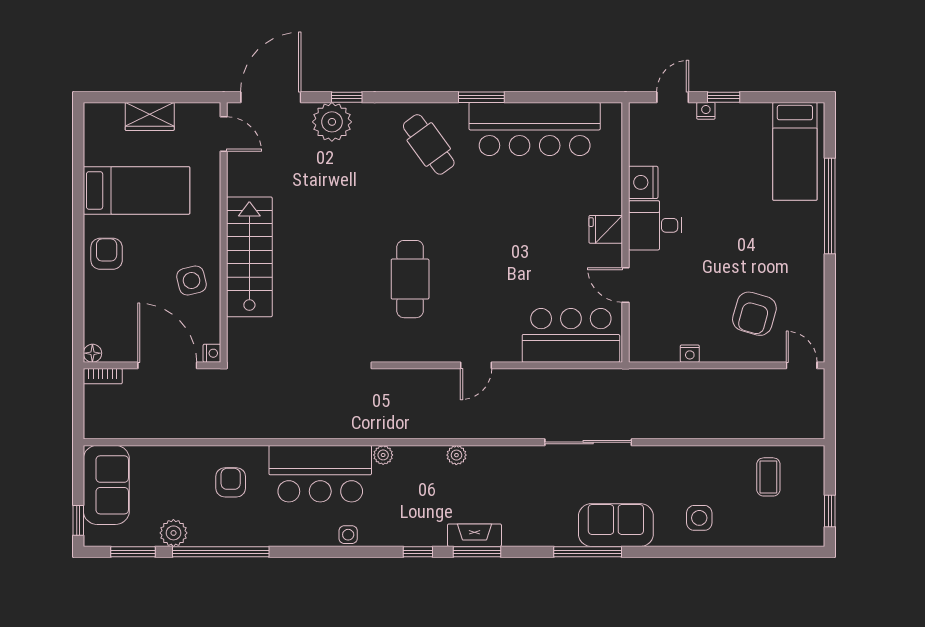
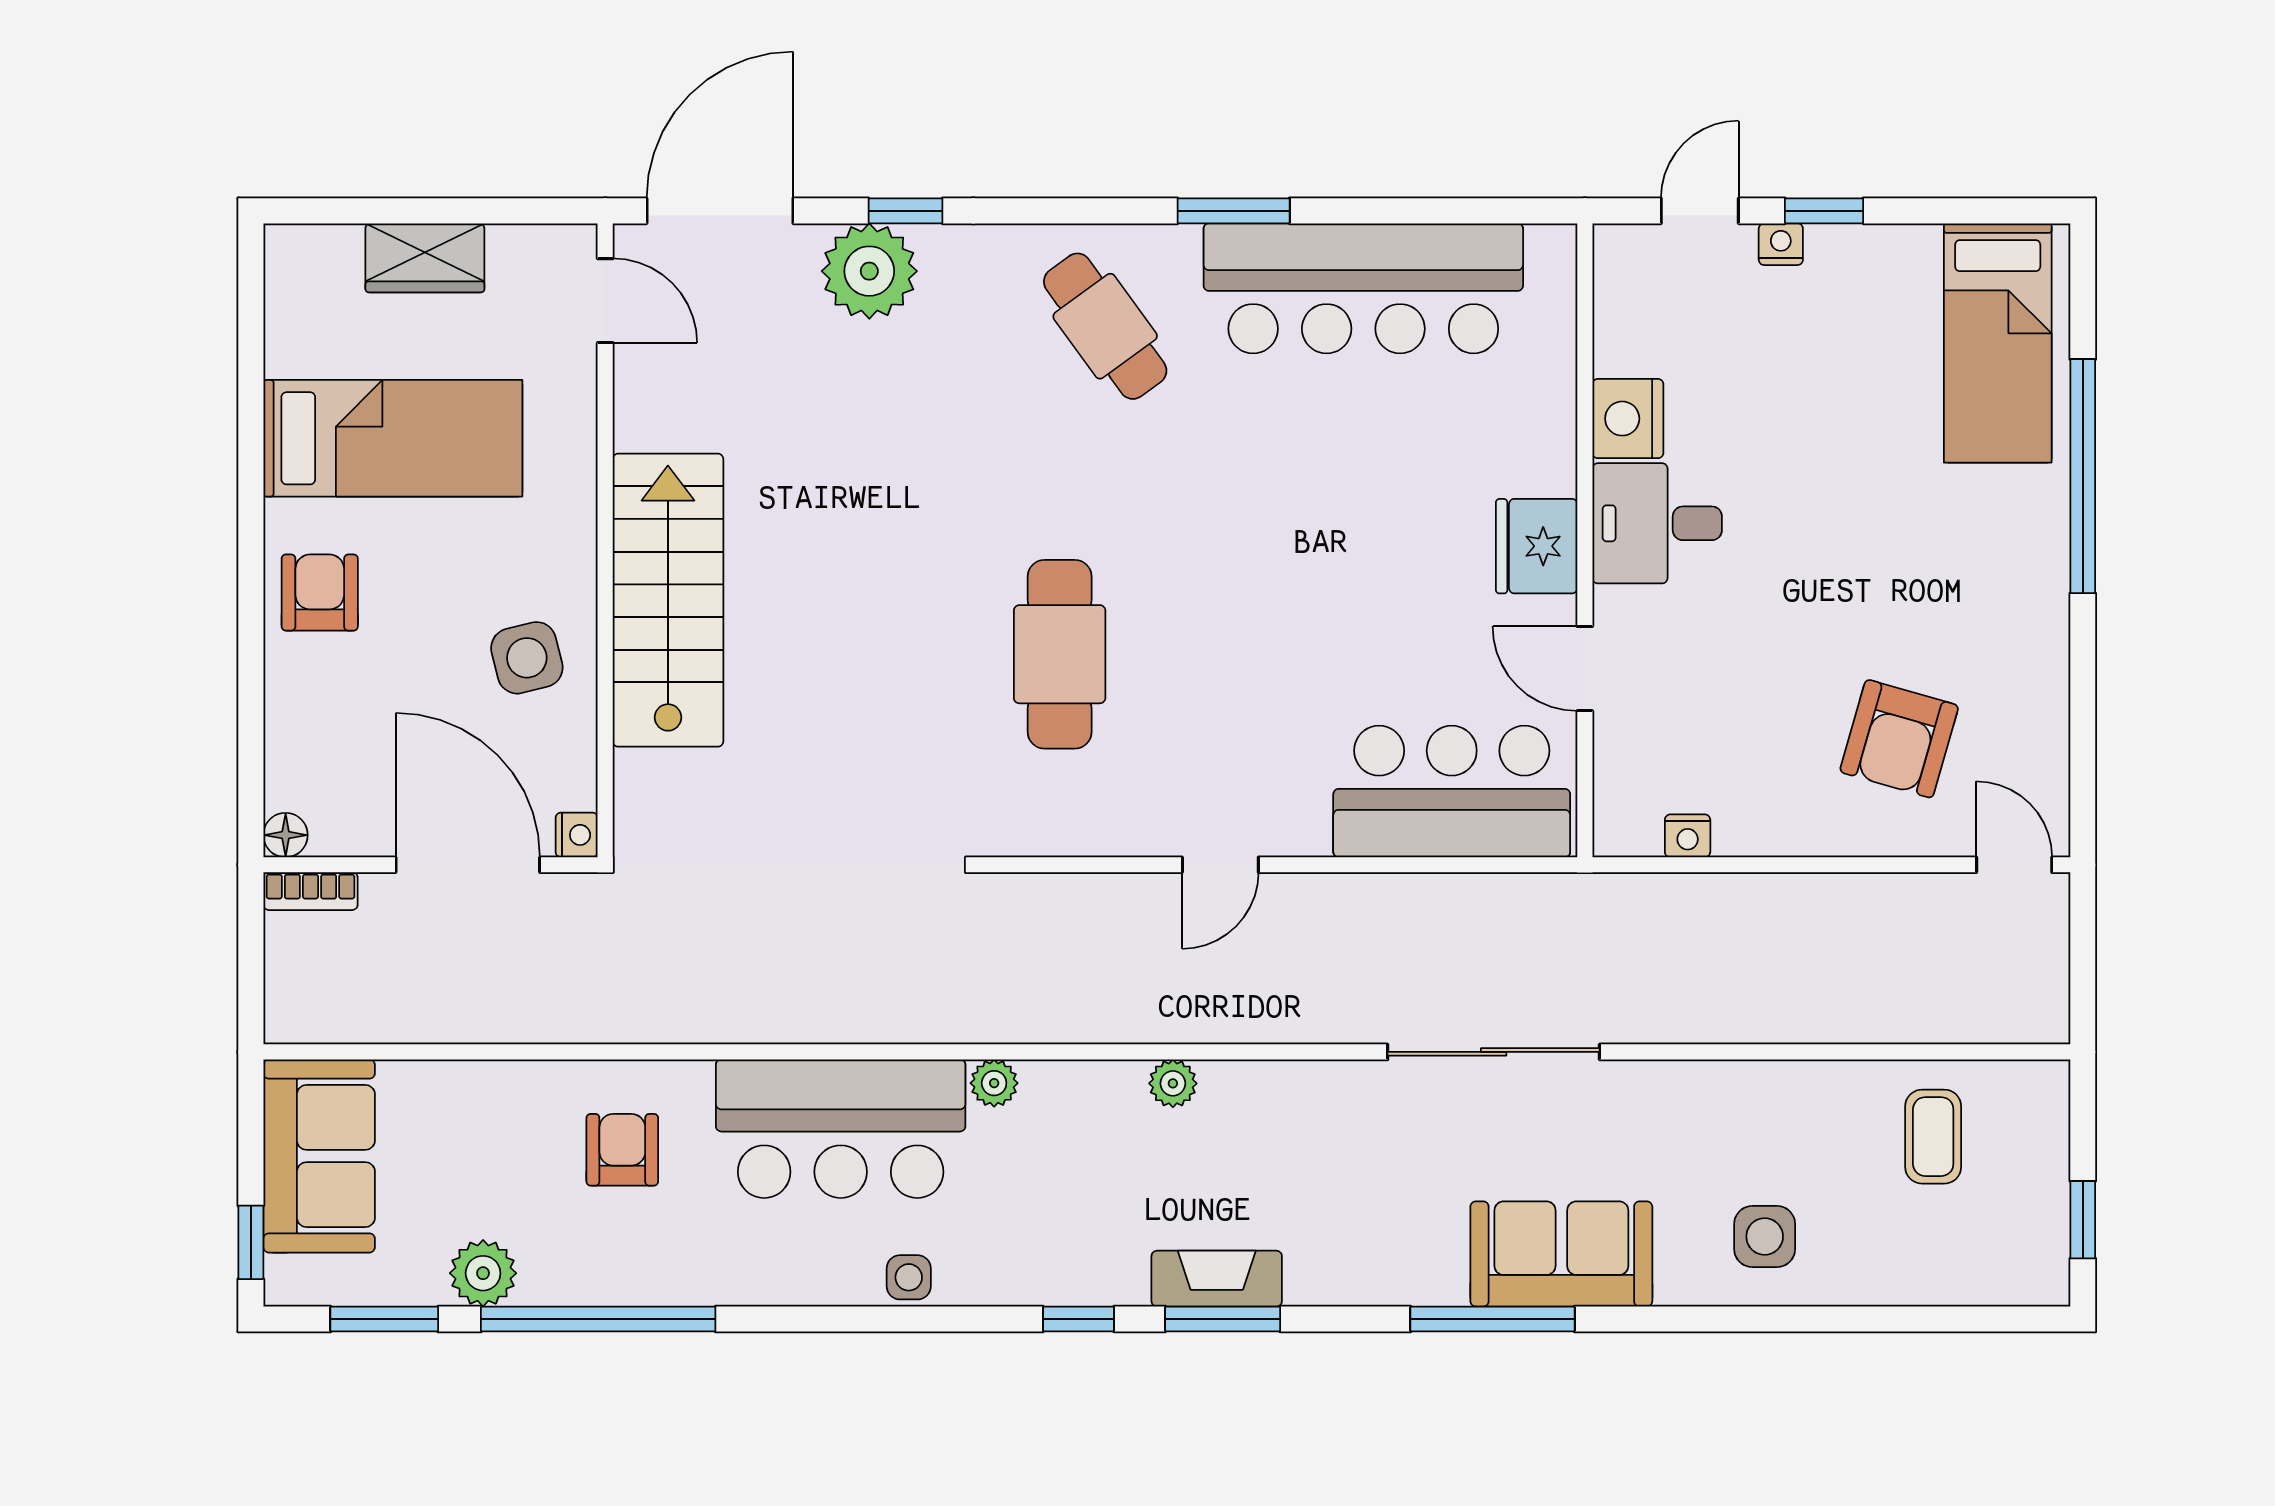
fridge: (606, 229) -> (1537, 546), width x1.38
nightstand: (690, 354) -> (1688, 836), moved

